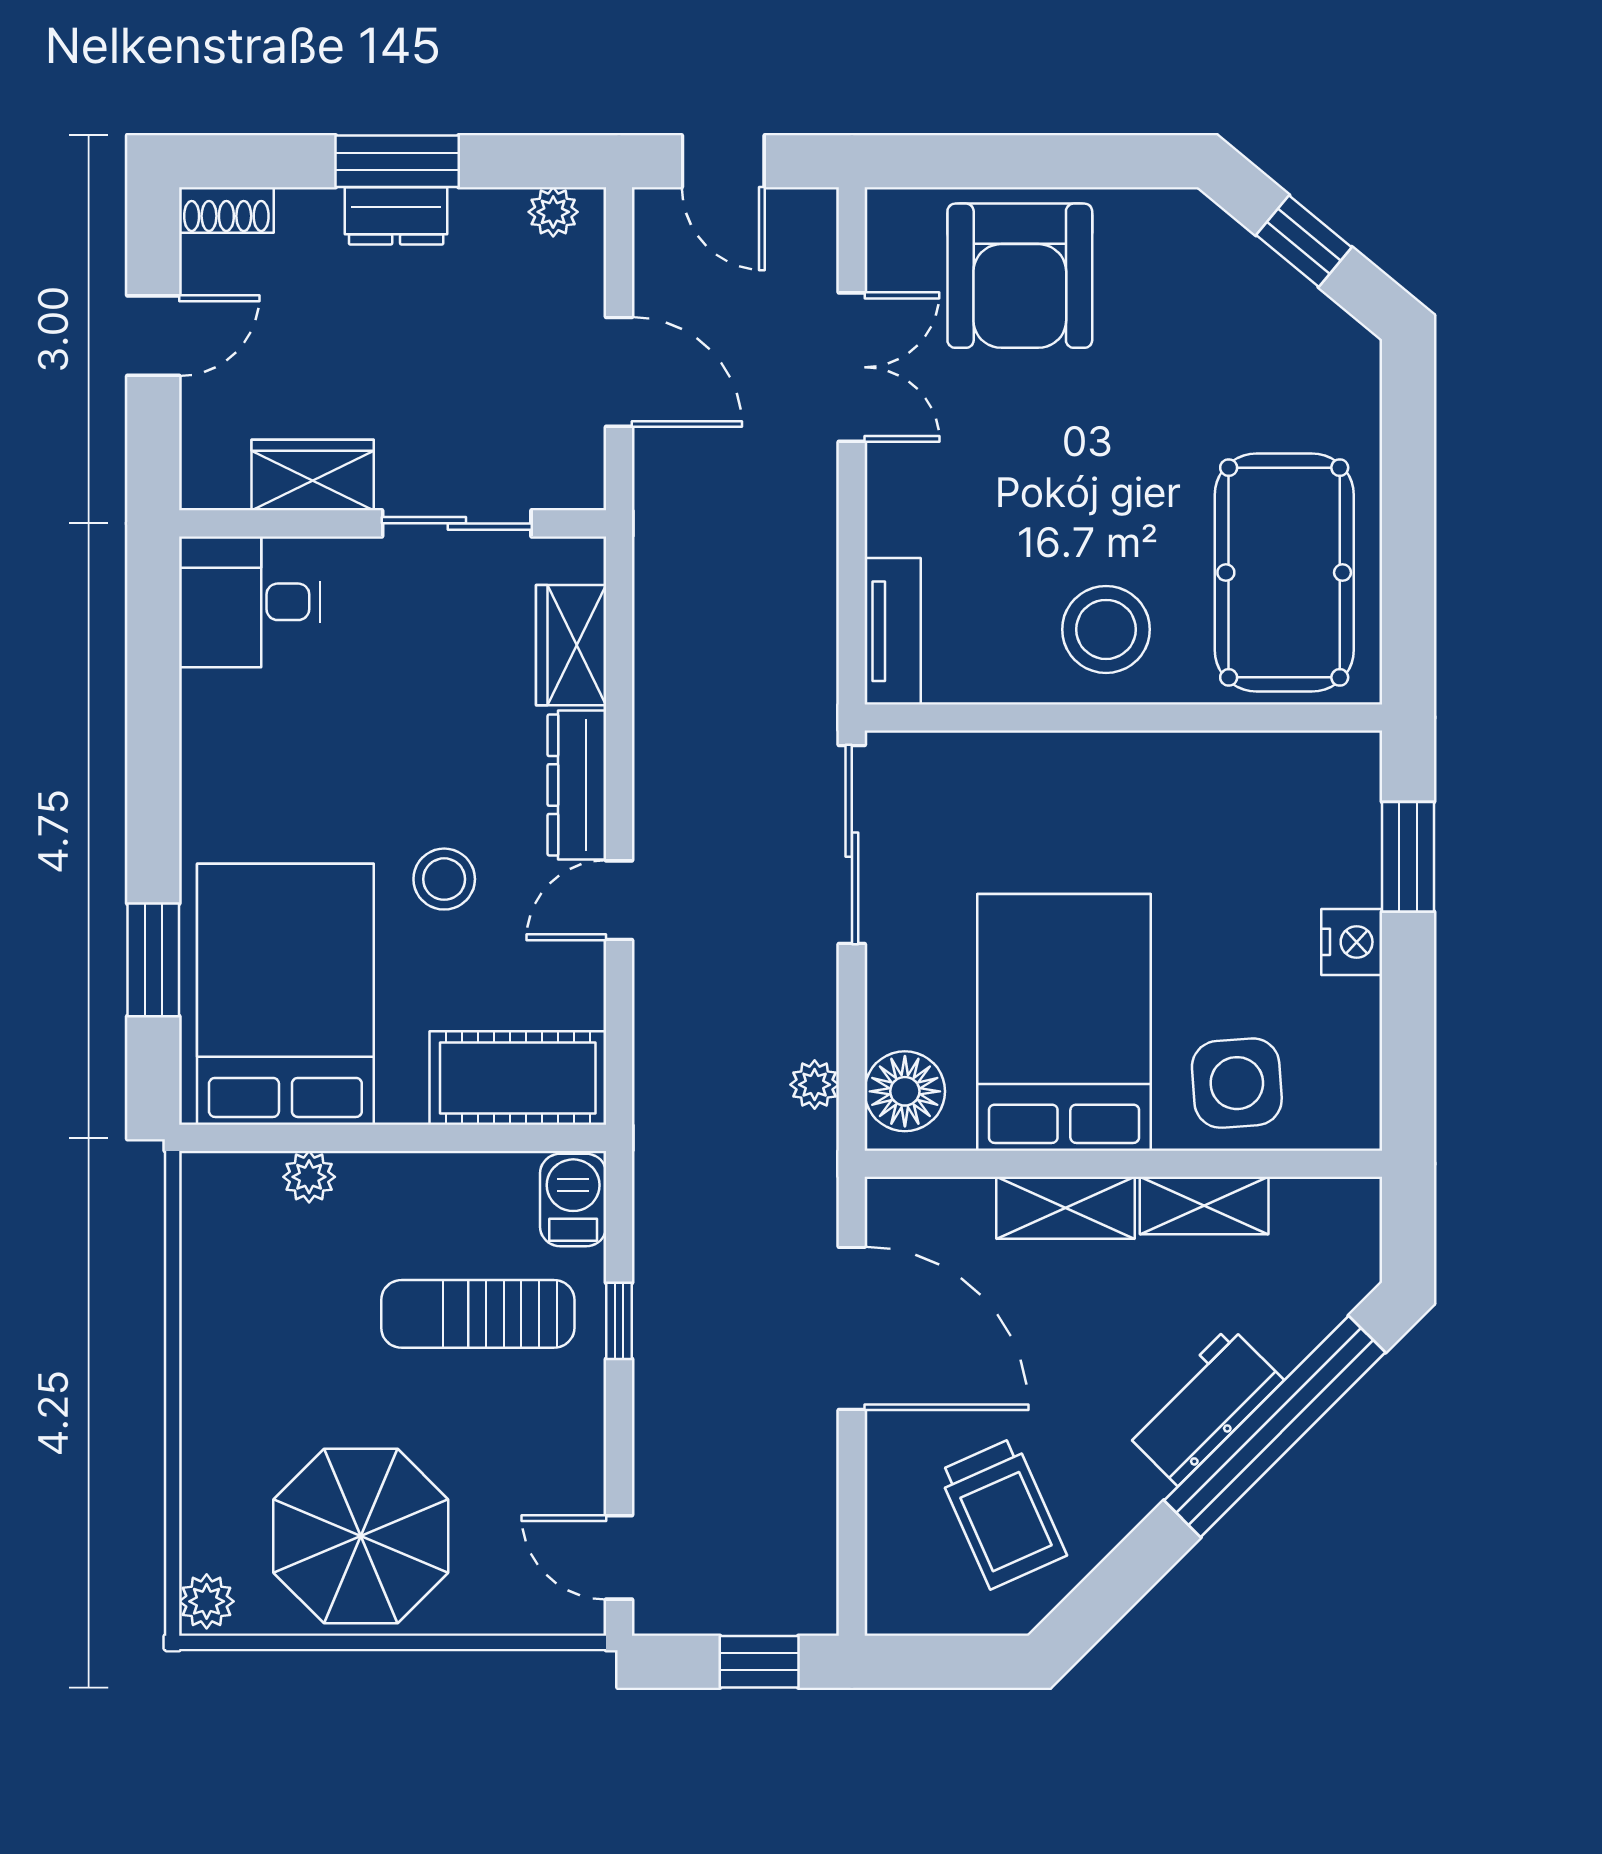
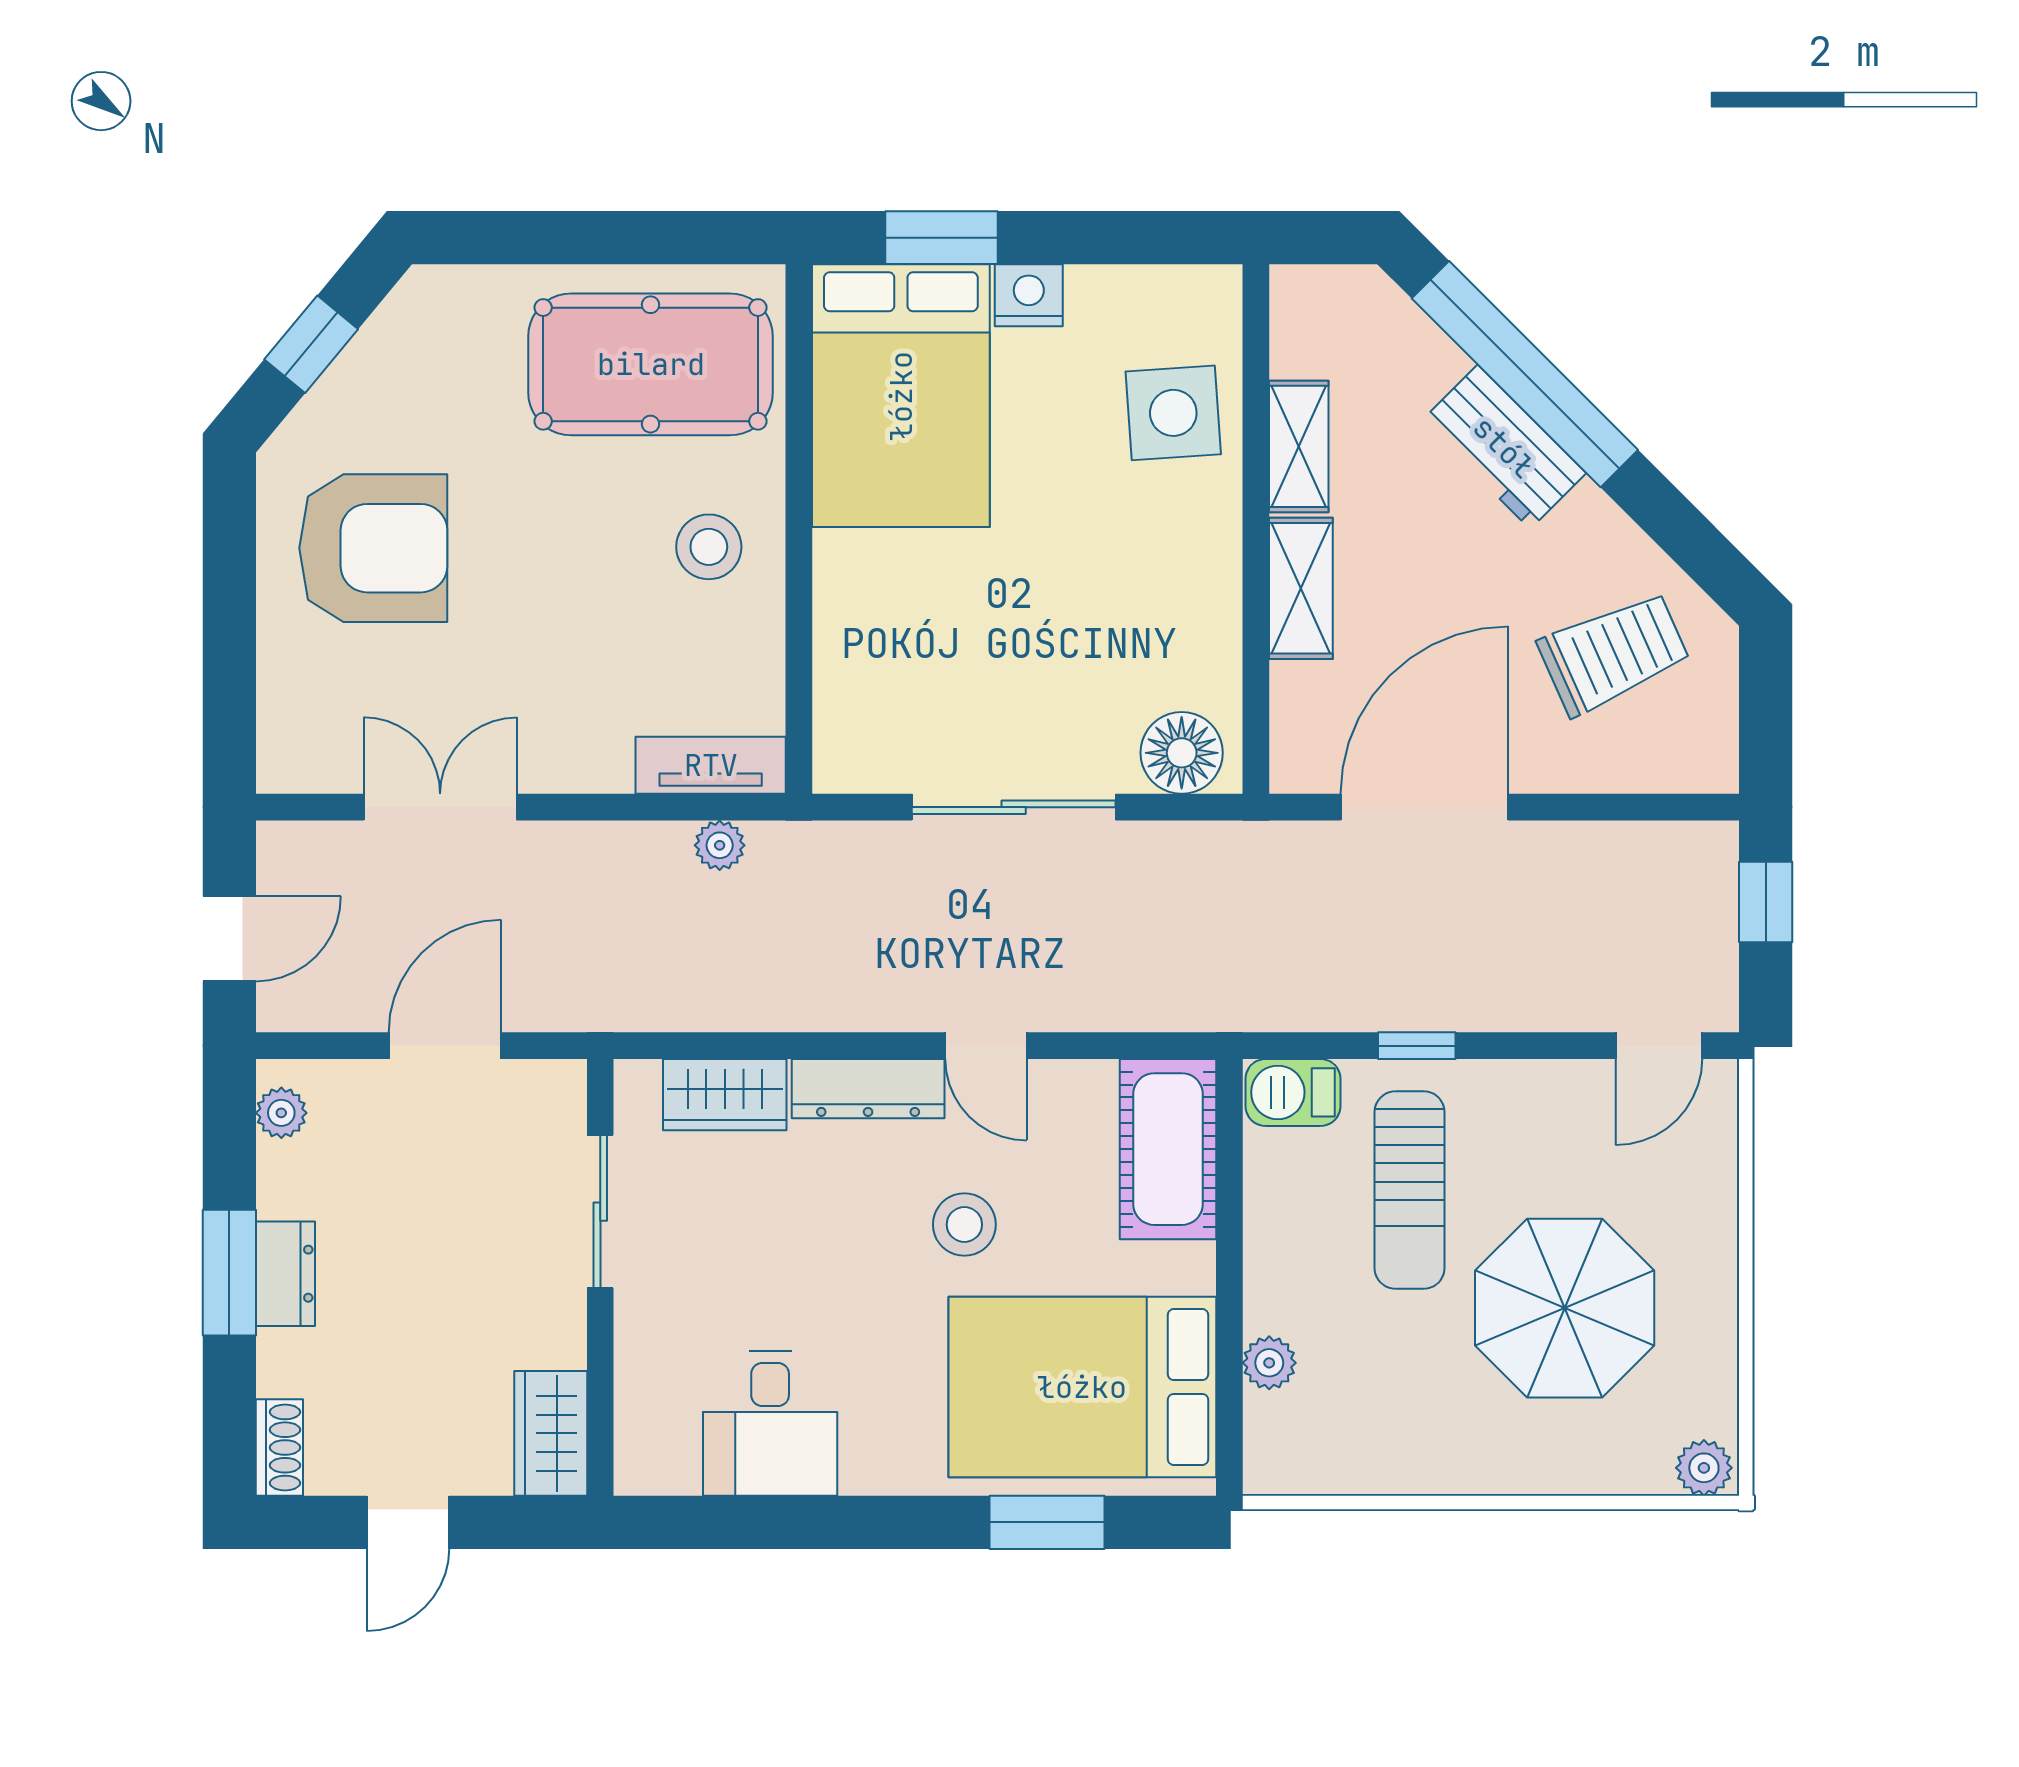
armchair: (1020, 276) -> (373, 548), moved
door: (153, 336) -> (408, 1522), swing flipped
wardrobe: (313, 475) -> (551, 1433), moved
desk: (250, 602) -> (770, 1424), moved
stool: (1106, 629) -> (709, 547), width x0.73, depth x0.73
sliding door: (852, 845) -> (1014, 807), moved
bed: (1064, 1022) -> (901, 396), moved, turned -90
plant: (815, 1085) -> (720, 845), moved
parasol: (361, 1536) -> (1565, 1308), moved

